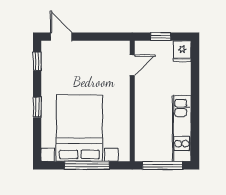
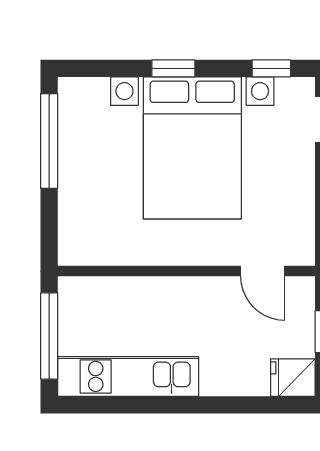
bed with nightstands: (79, 128) -> (192, 148), moved, turned 90
window: (87, 165) -> (49, 141), moved

